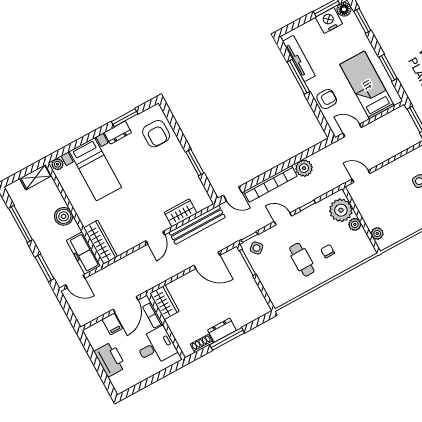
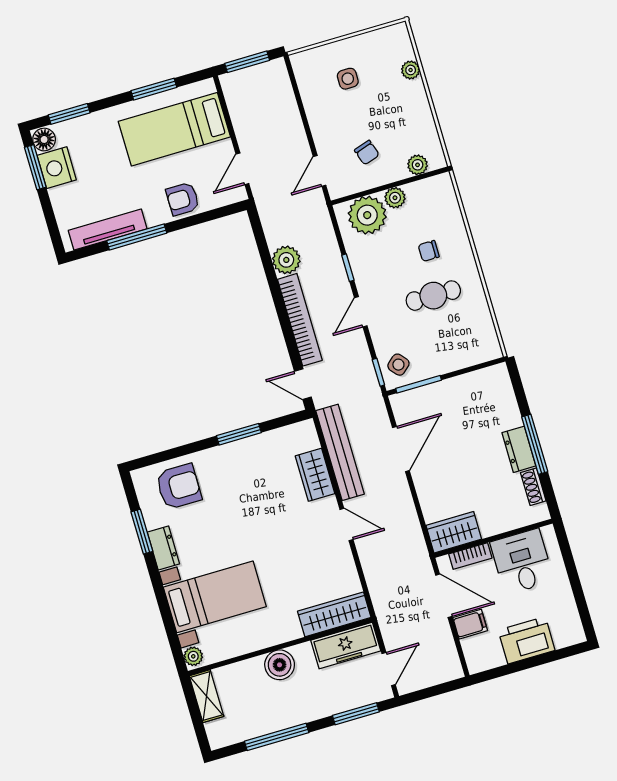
armchair: (327, 99) -> (183, 199), turned -90
door: (233, 194) -> (303, 384), swing flipped
chair: (378, 202) -> (367, 153), added

